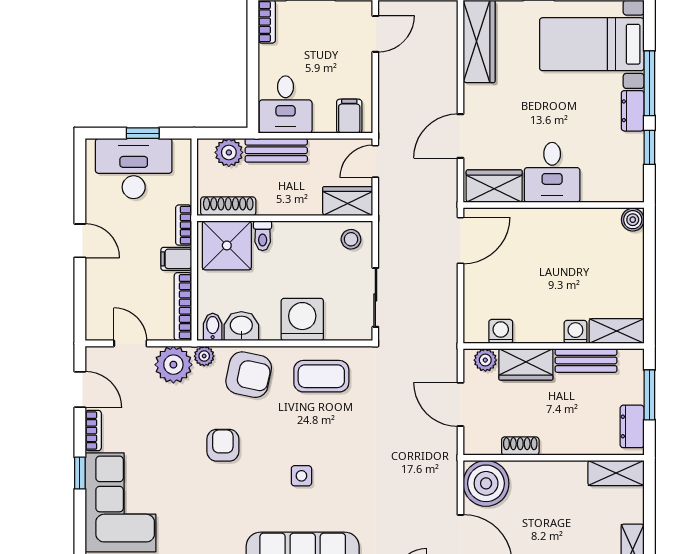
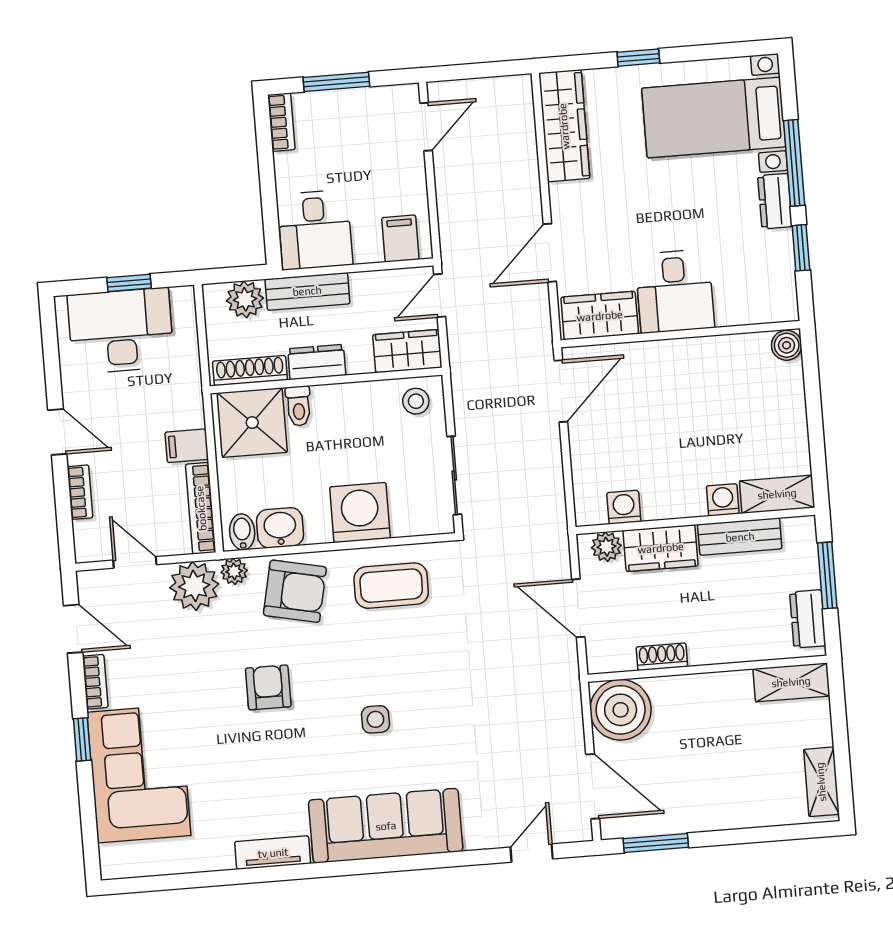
dresser: (279, 204) -> (317, 362), added
bookcase: (184, 225) -> (80, 492), moved, turned 180

